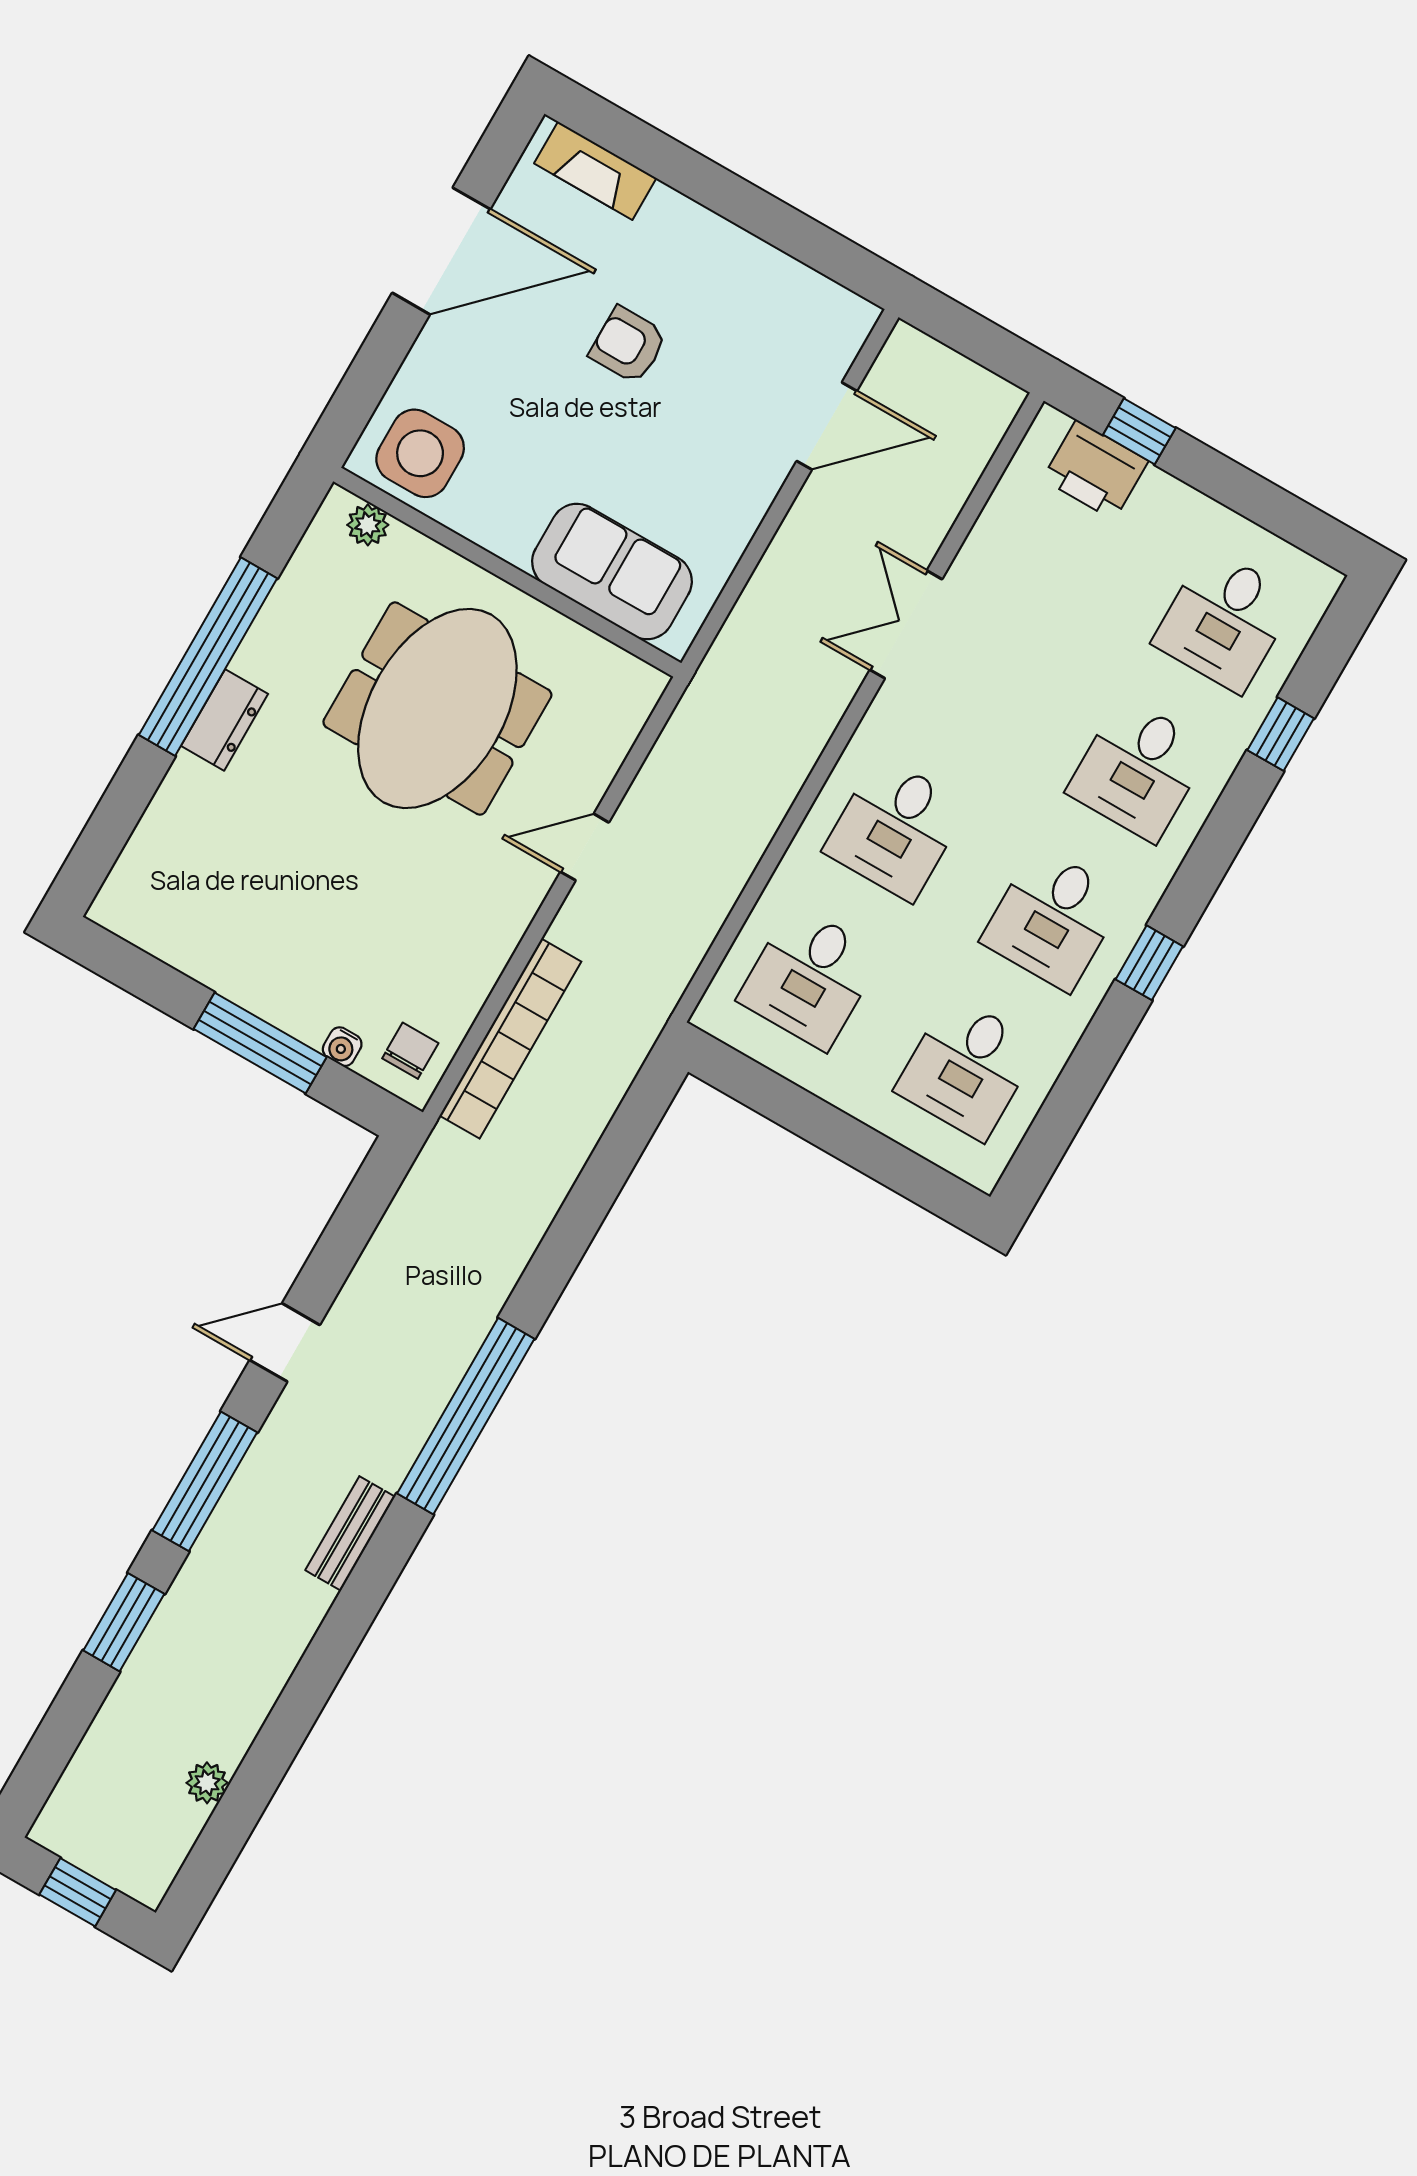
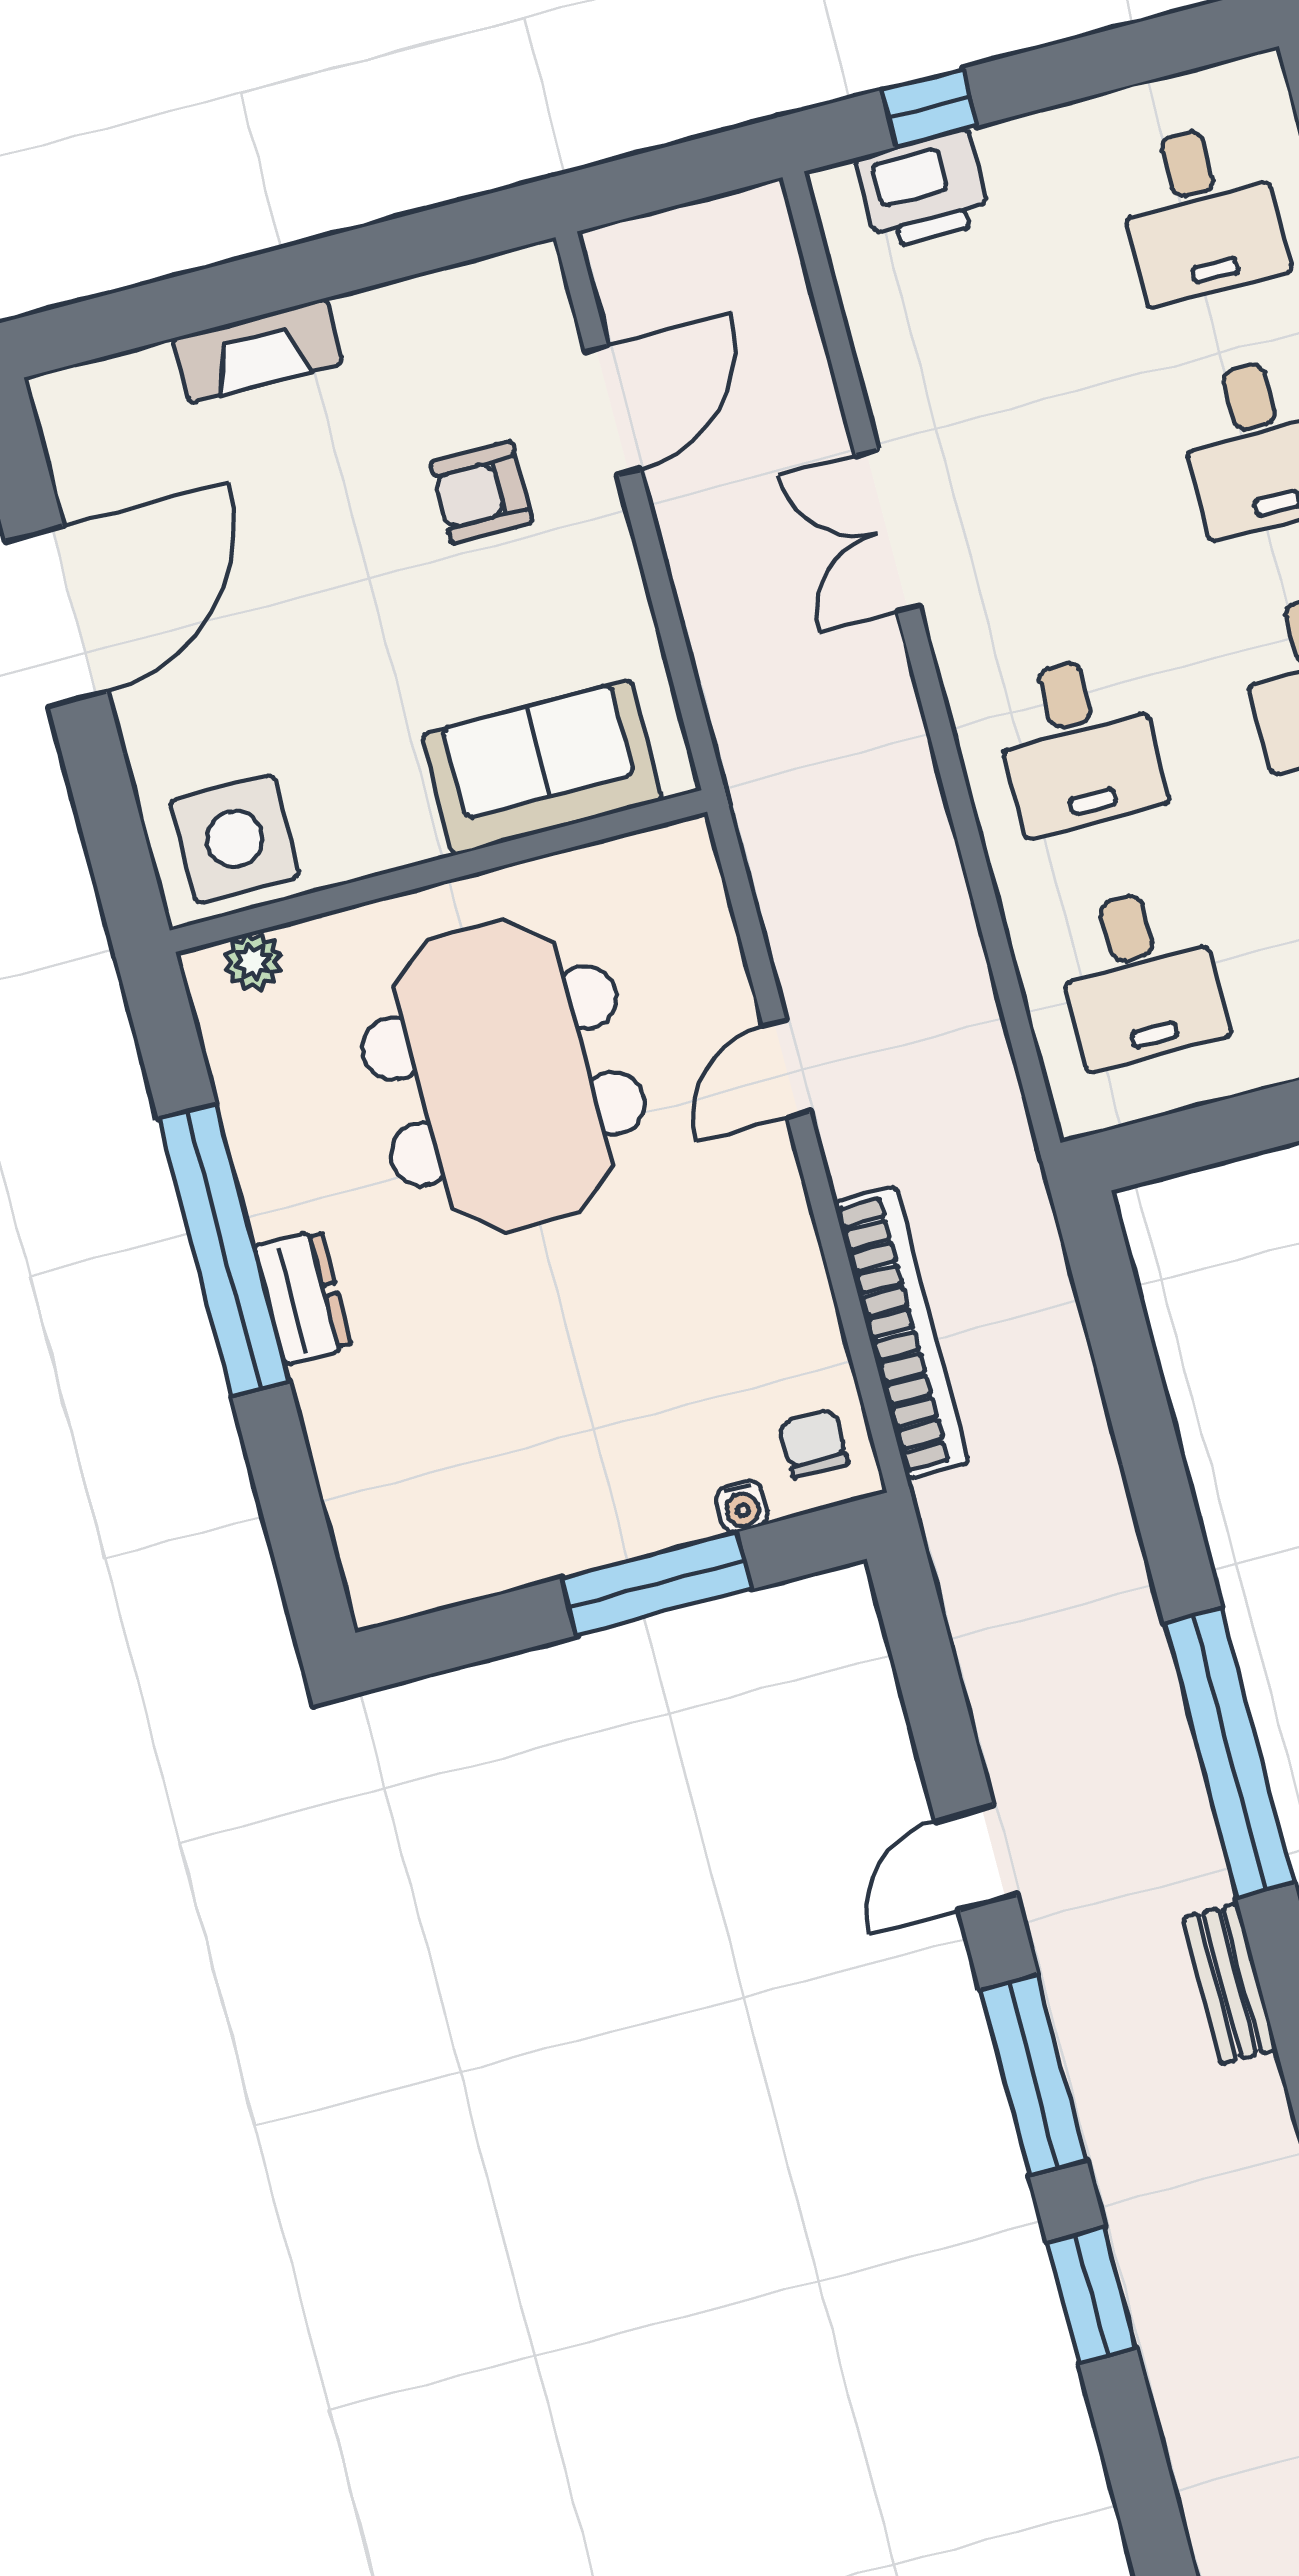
fireplace: (595, 171) -> (258, 351), moved
armchair: (628, 345) -> (481, 492), moved

